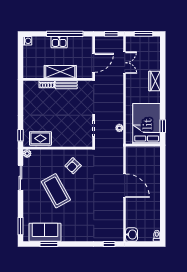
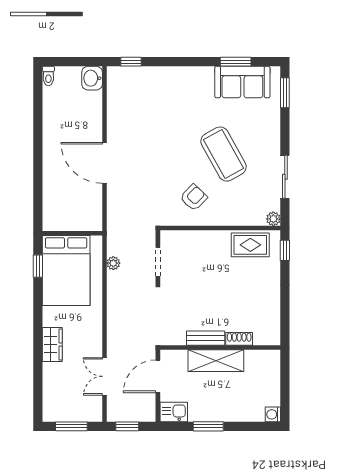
window: (65, 34) -> (208, 426), width x0.47
kitchen sink: (59, 42) -> (174, 412), moved

